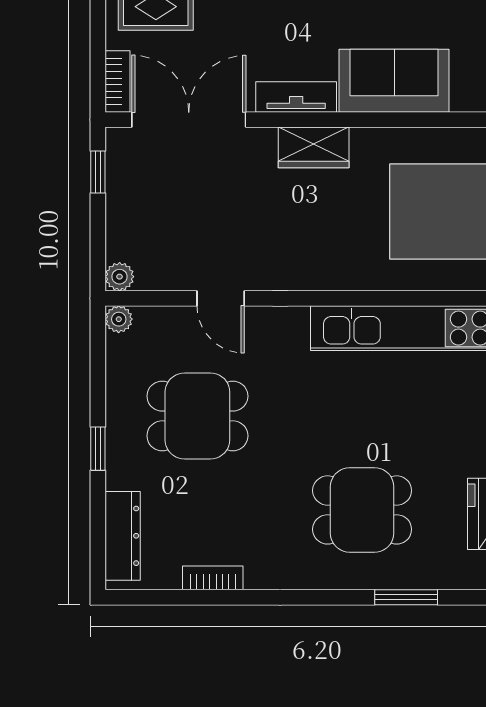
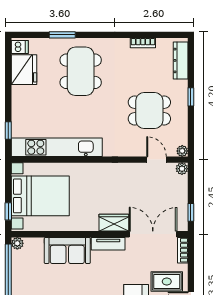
double door: (189, 120) -> (153, 234), swing flipped
wardrobe: (314, 147) -> (114, 223), moved
door: (221, 298) -> (157, 160), moved
dining table: (362, 510) -> (81, 71), width x1.38

